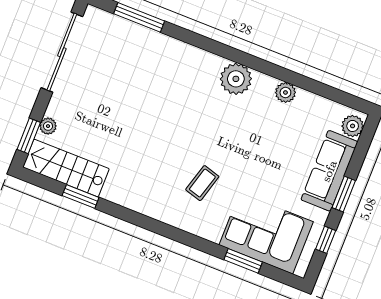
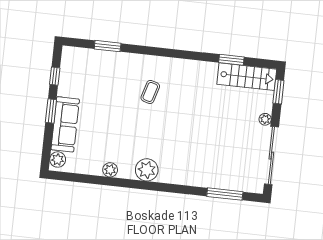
plant: (48, 126) -> (265, 119), moved
corner sofa: (266, 233) -> (97, 69), removed

